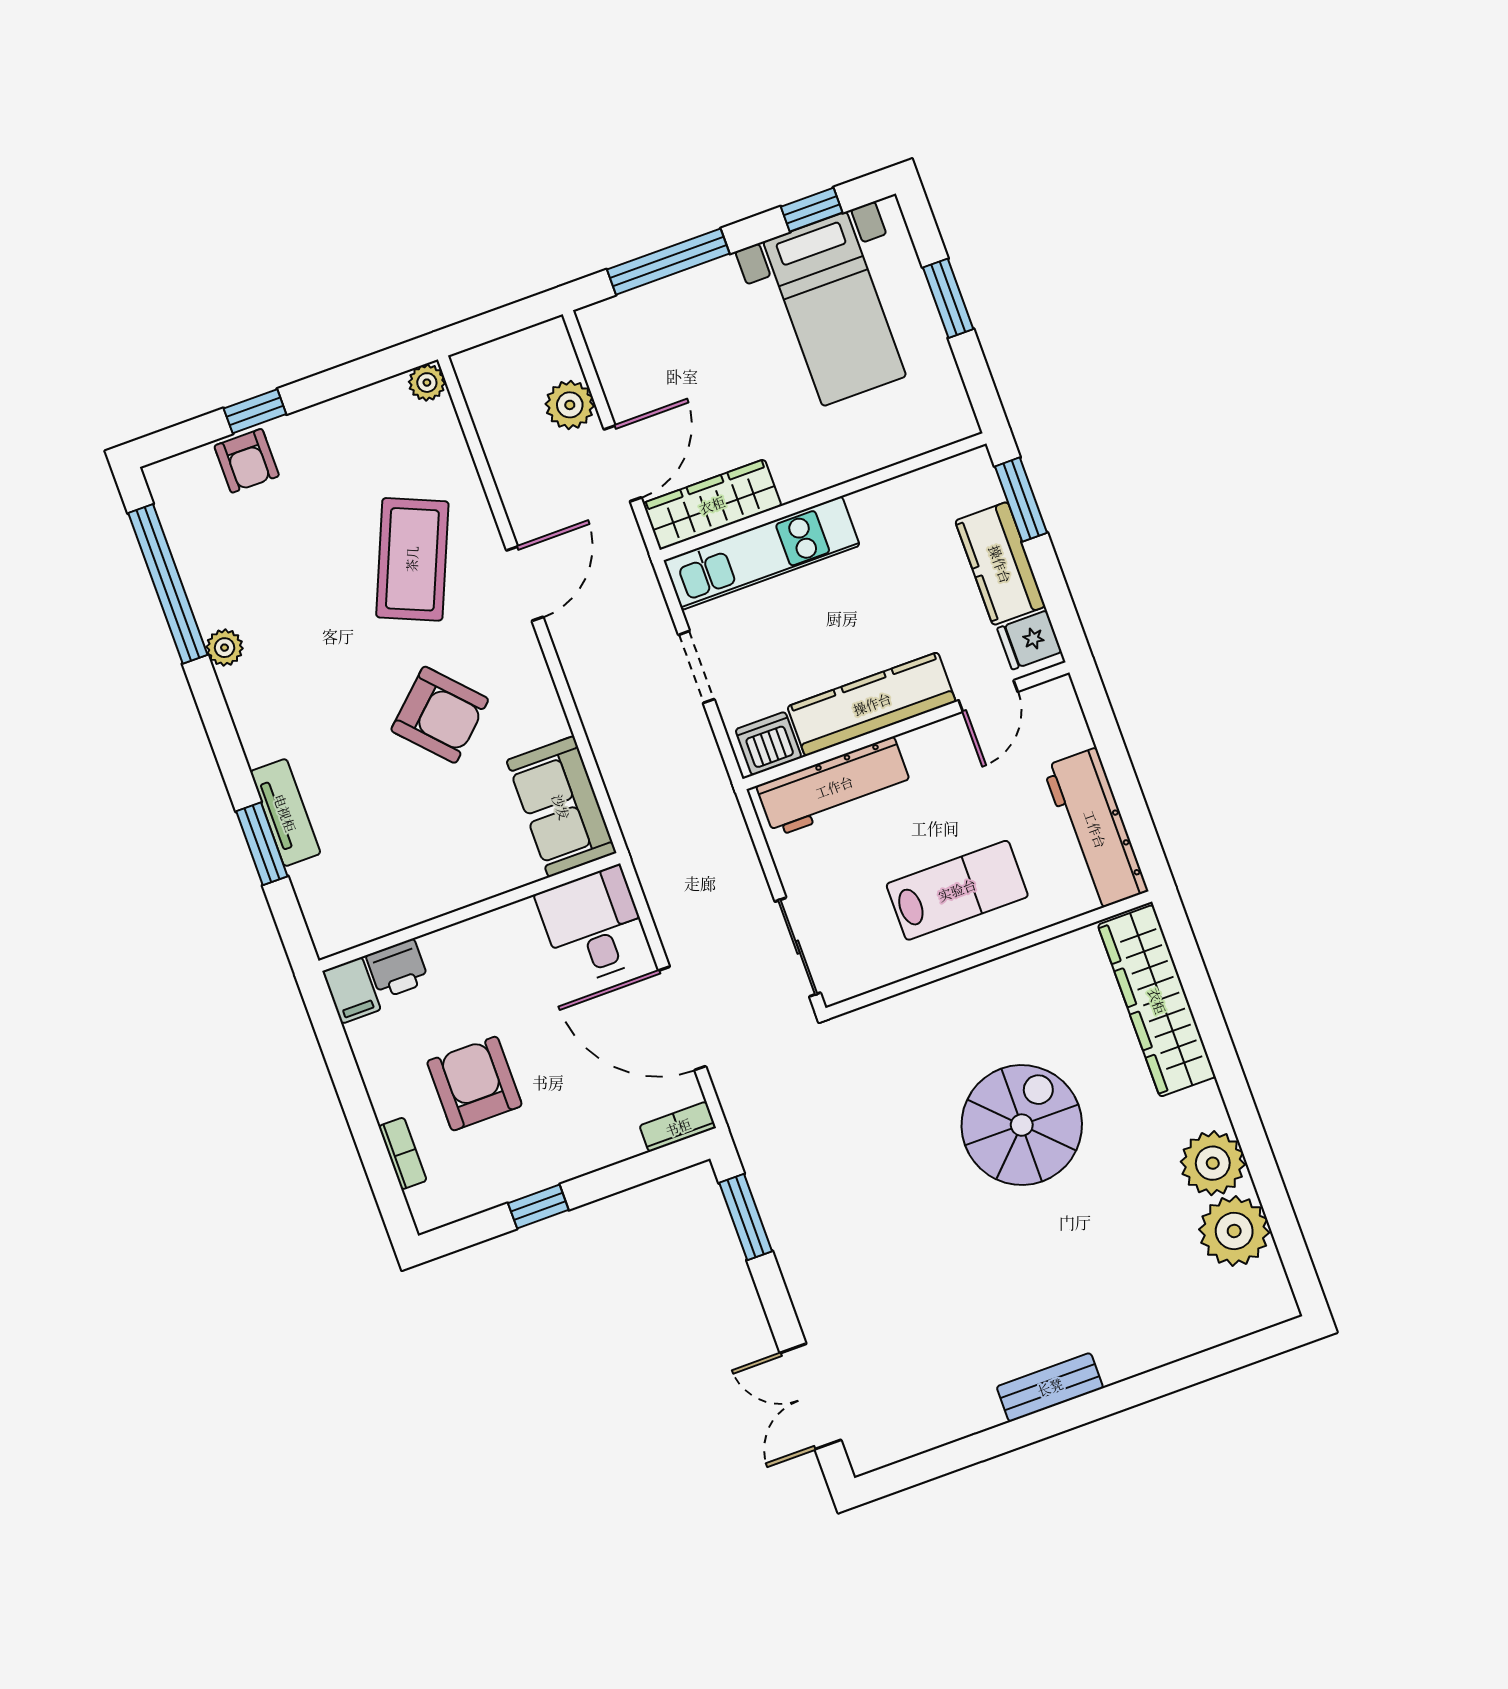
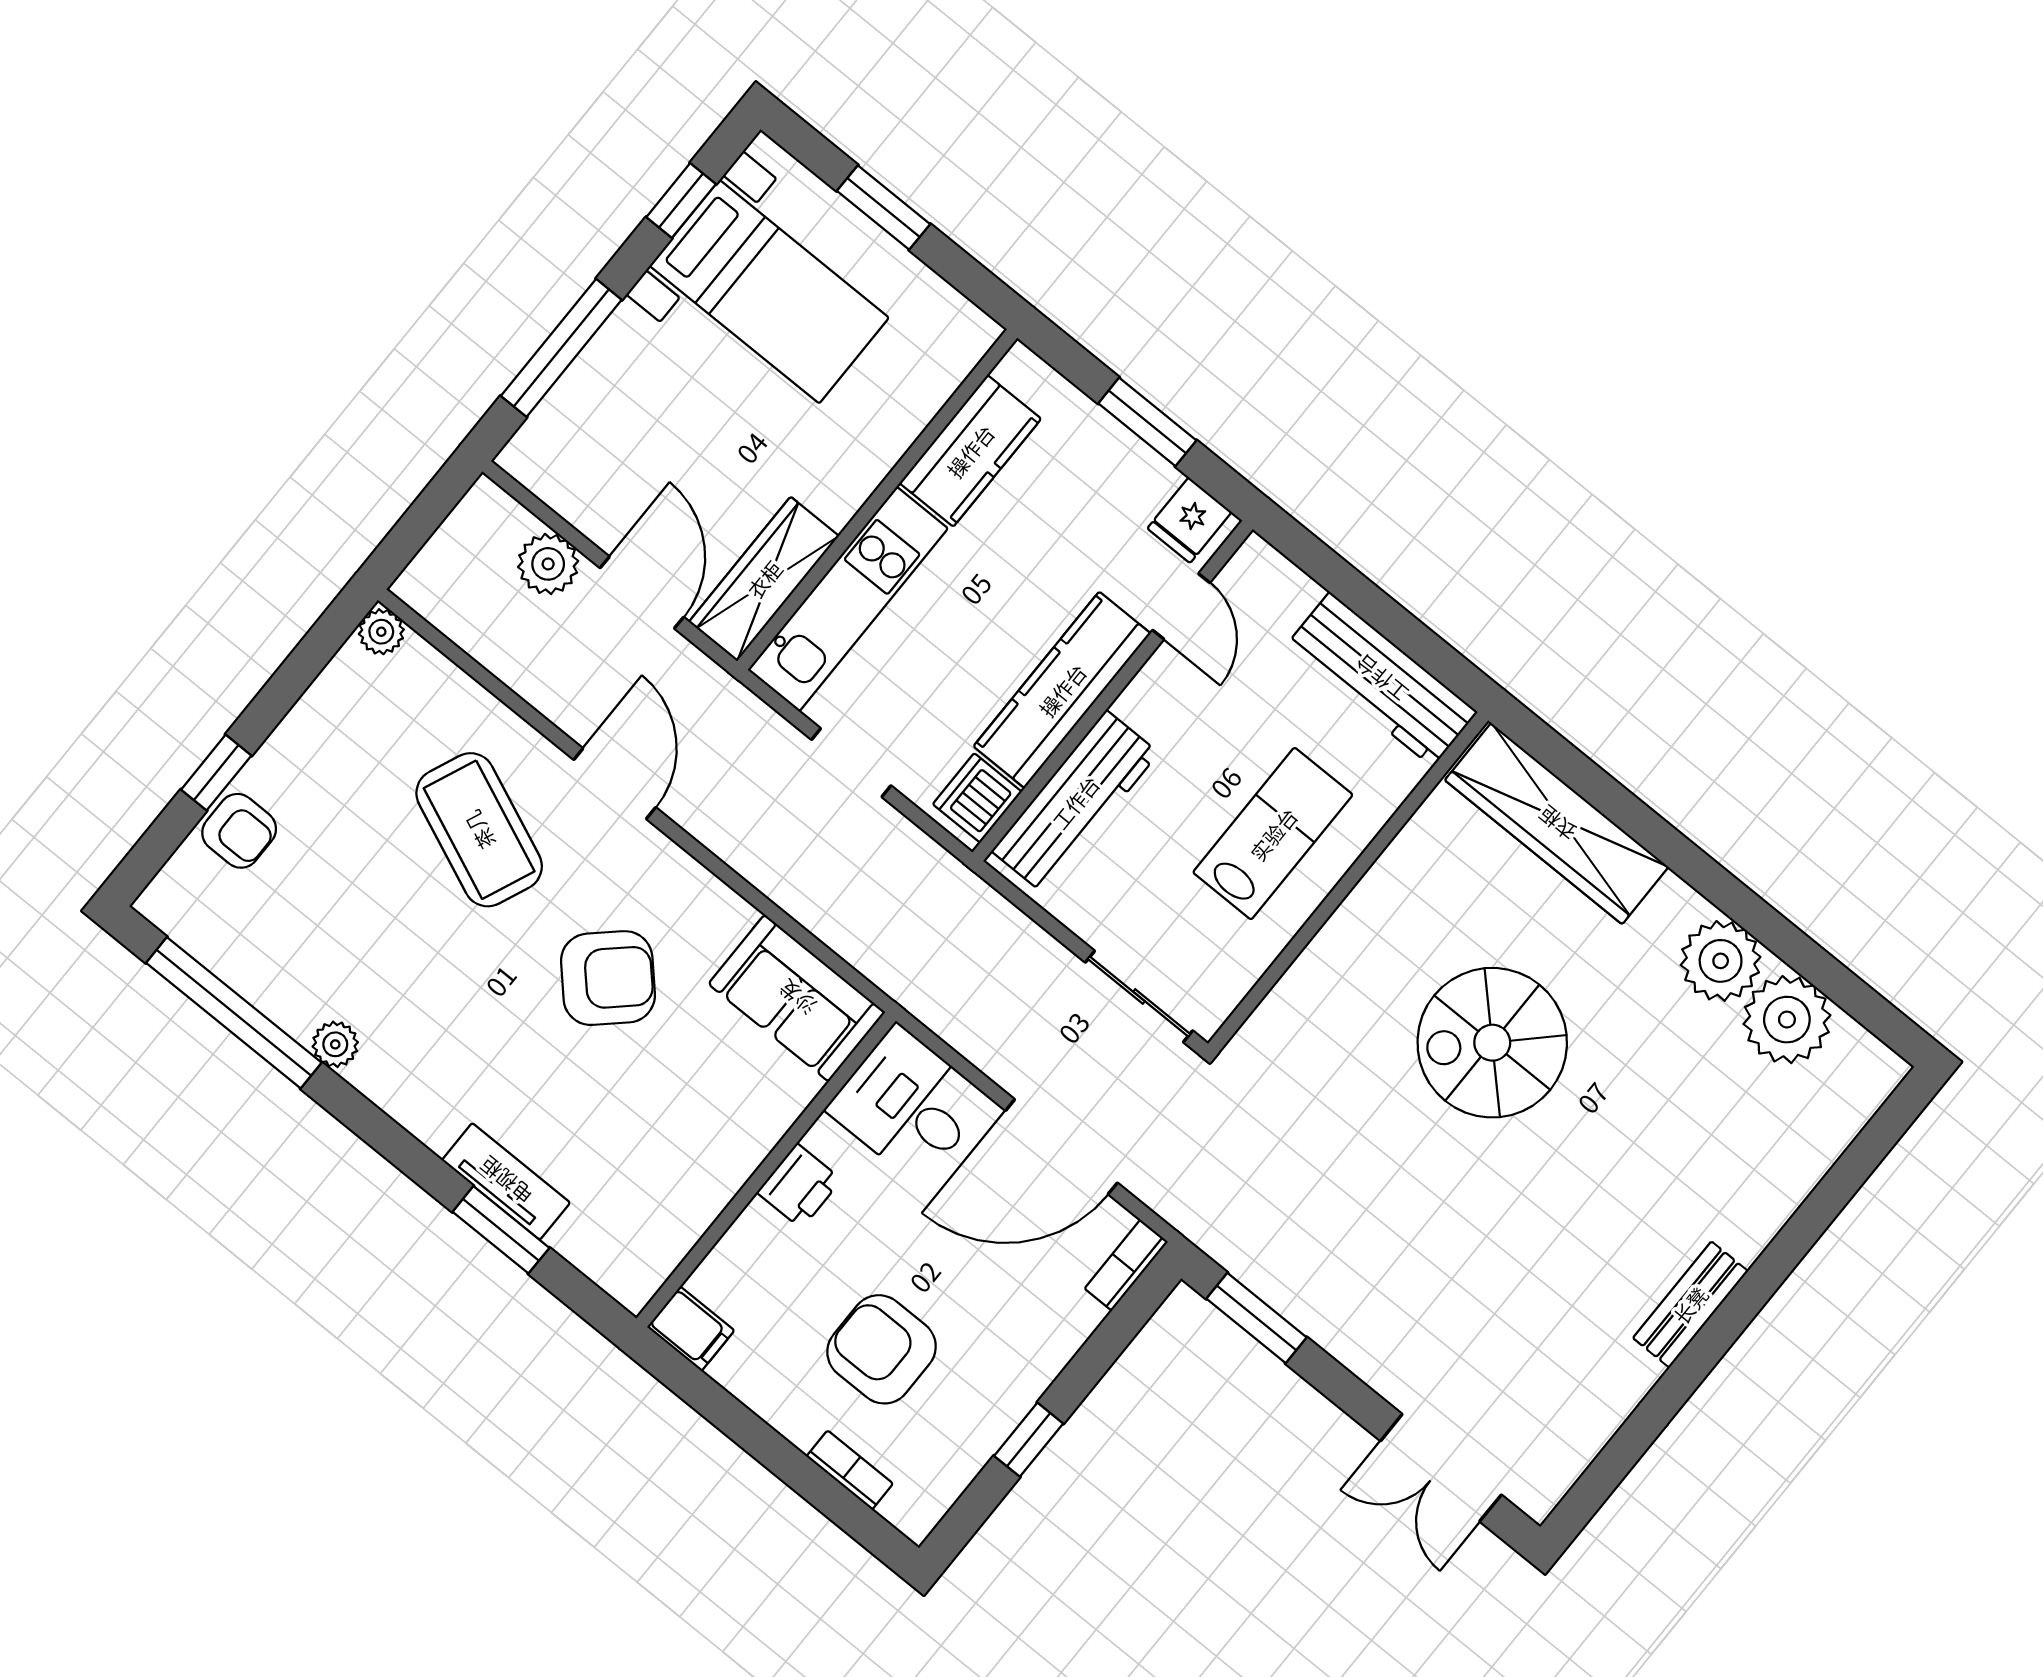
window: (1021, 500) -> (1147, 422), moved
kitchen counter: (1000, 564) -> (970, 451), moved, turned -90
printer: (397, 969) -> (799, 1186), moved
spiral stairs: (1022, 1125) -> (1492, 1043), turned -90

